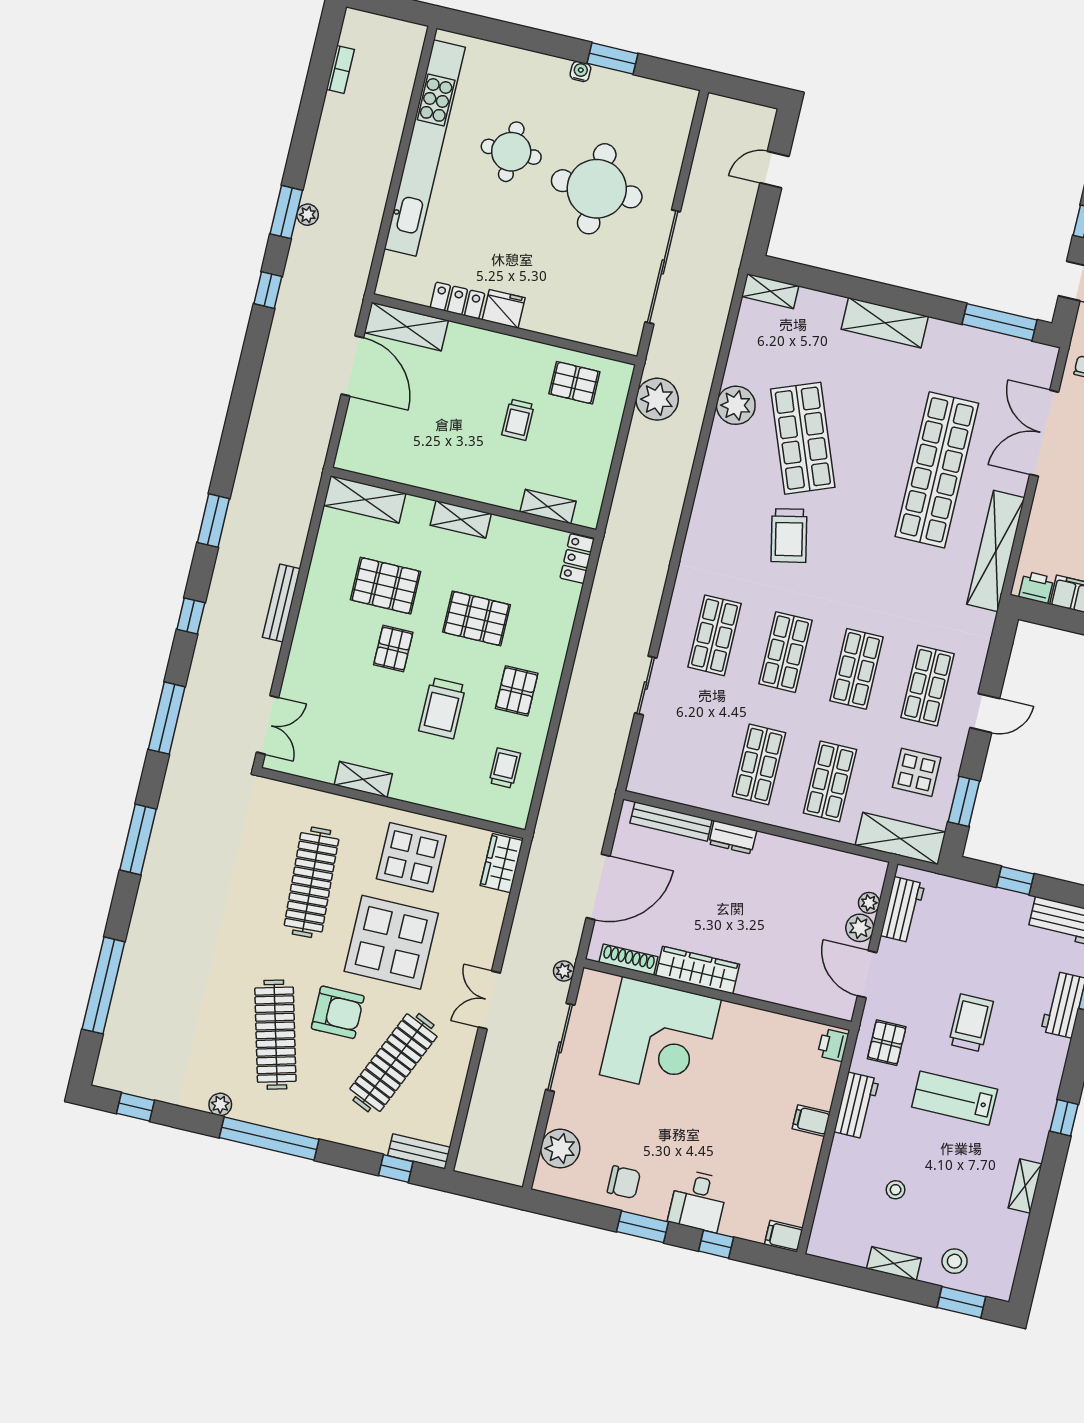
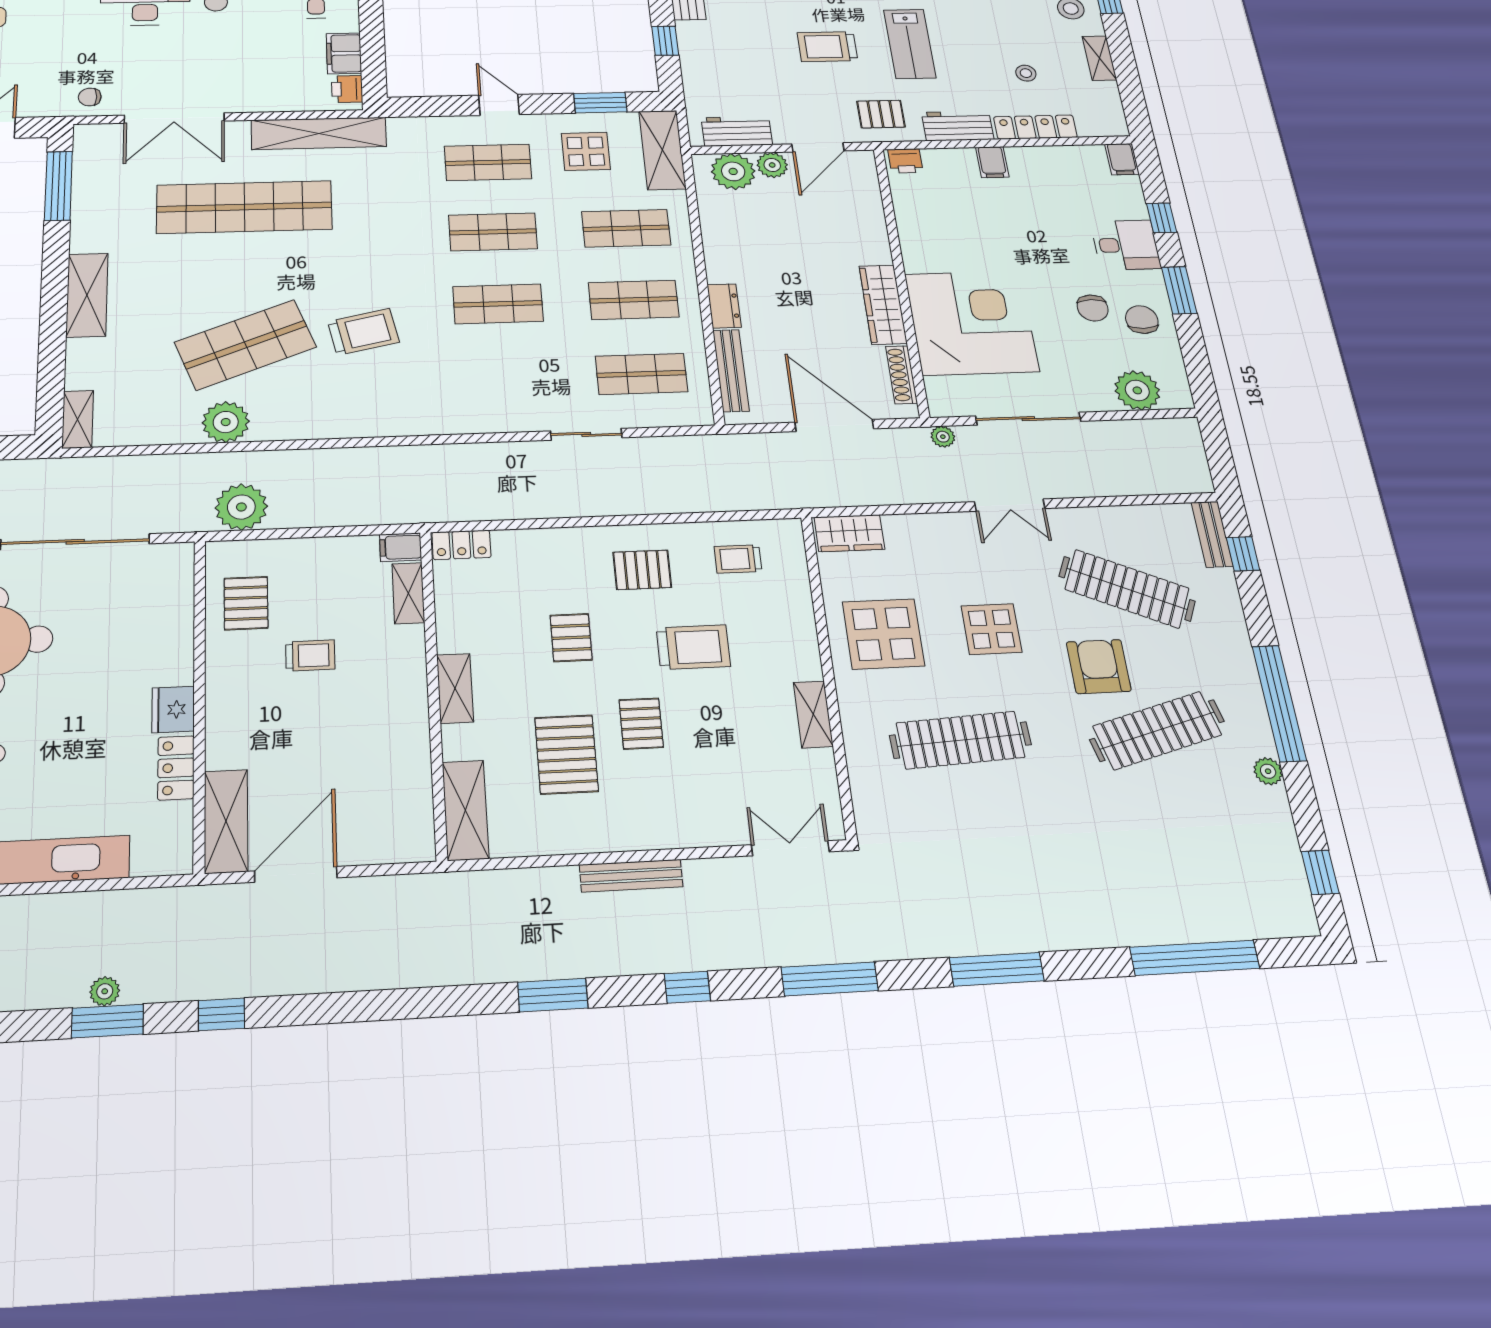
filing cabinet: (588, 512) -> (401, 547), added
pallet: (477, 618) -> (571, 638), width x0.67, depth x0.71
shop shelf: (715, 635) -> (641, 374), moved
pallet: (393, 649) -> (641, 724), turned 90
plant: (869, 903) -> (733, 171), width x1.87, depth x1.87
display table: (391, 942) -> (991, 629), width x0.54, depth x0.54
chair: (646, 1145) -> (1093, 308), added
locker: (837, 1174) -> (1035, 127), added

